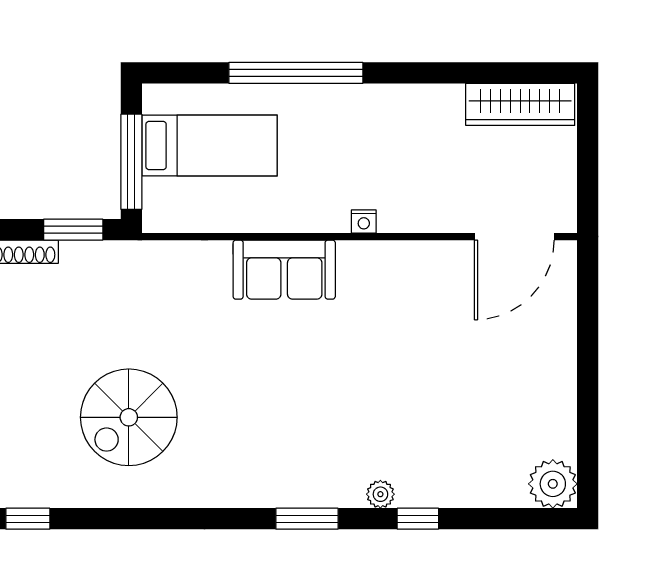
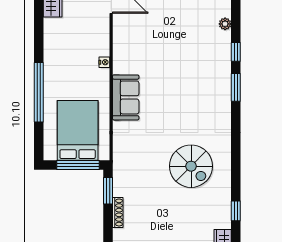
bed: (210, 146) -> (78, 130), width x1.50
plant: (380, 494) -> (225, 24), moved
window: (418, 519) -> (236, 52), moved

